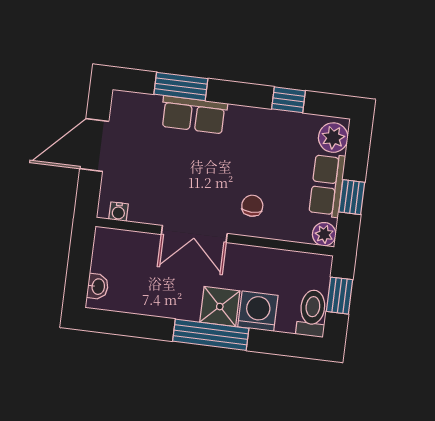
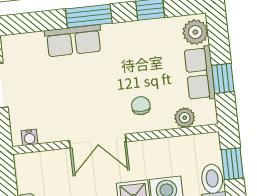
window: (181, 86) -> (89, 16), moved
plant: (324, 234) -> (185, 118), moved

